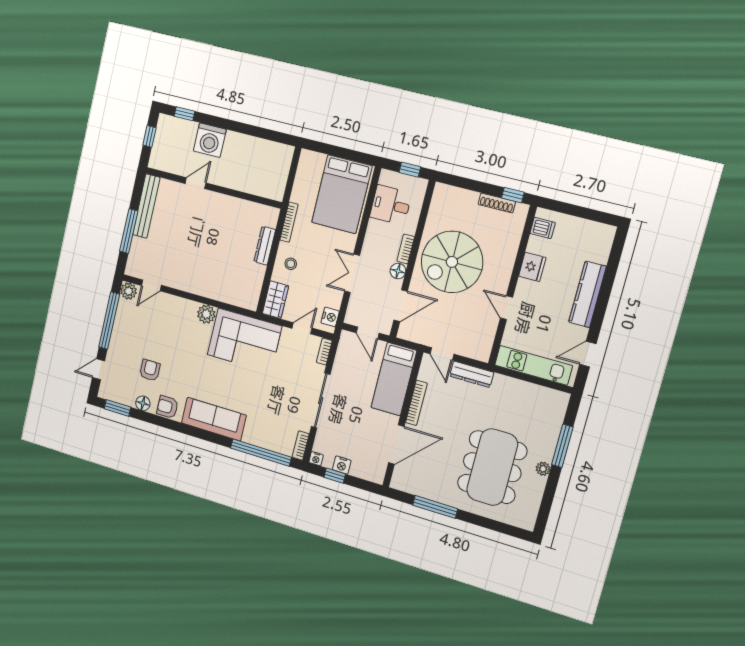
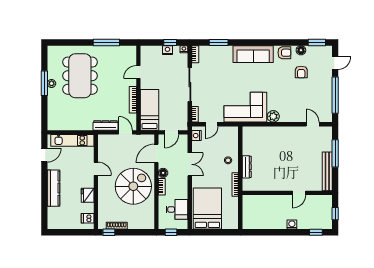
washing machine: (210, 140) -> (292, 225), width x0.53, depth x0.53
door: (151, 285) -> (313, 124), hinge flipped
plant: (129, 291) -> (327, 117), removed
wardrobe: (275, 300) -> (232, 137), removed
door: (368, 333) -> (172, 132), swing flipped
door: (396, 445) -> (138, 72), width x0.53
window: (562, 446) -> (44, 83), moved
window: (261, 453) -> (219, 42), width x0.47

